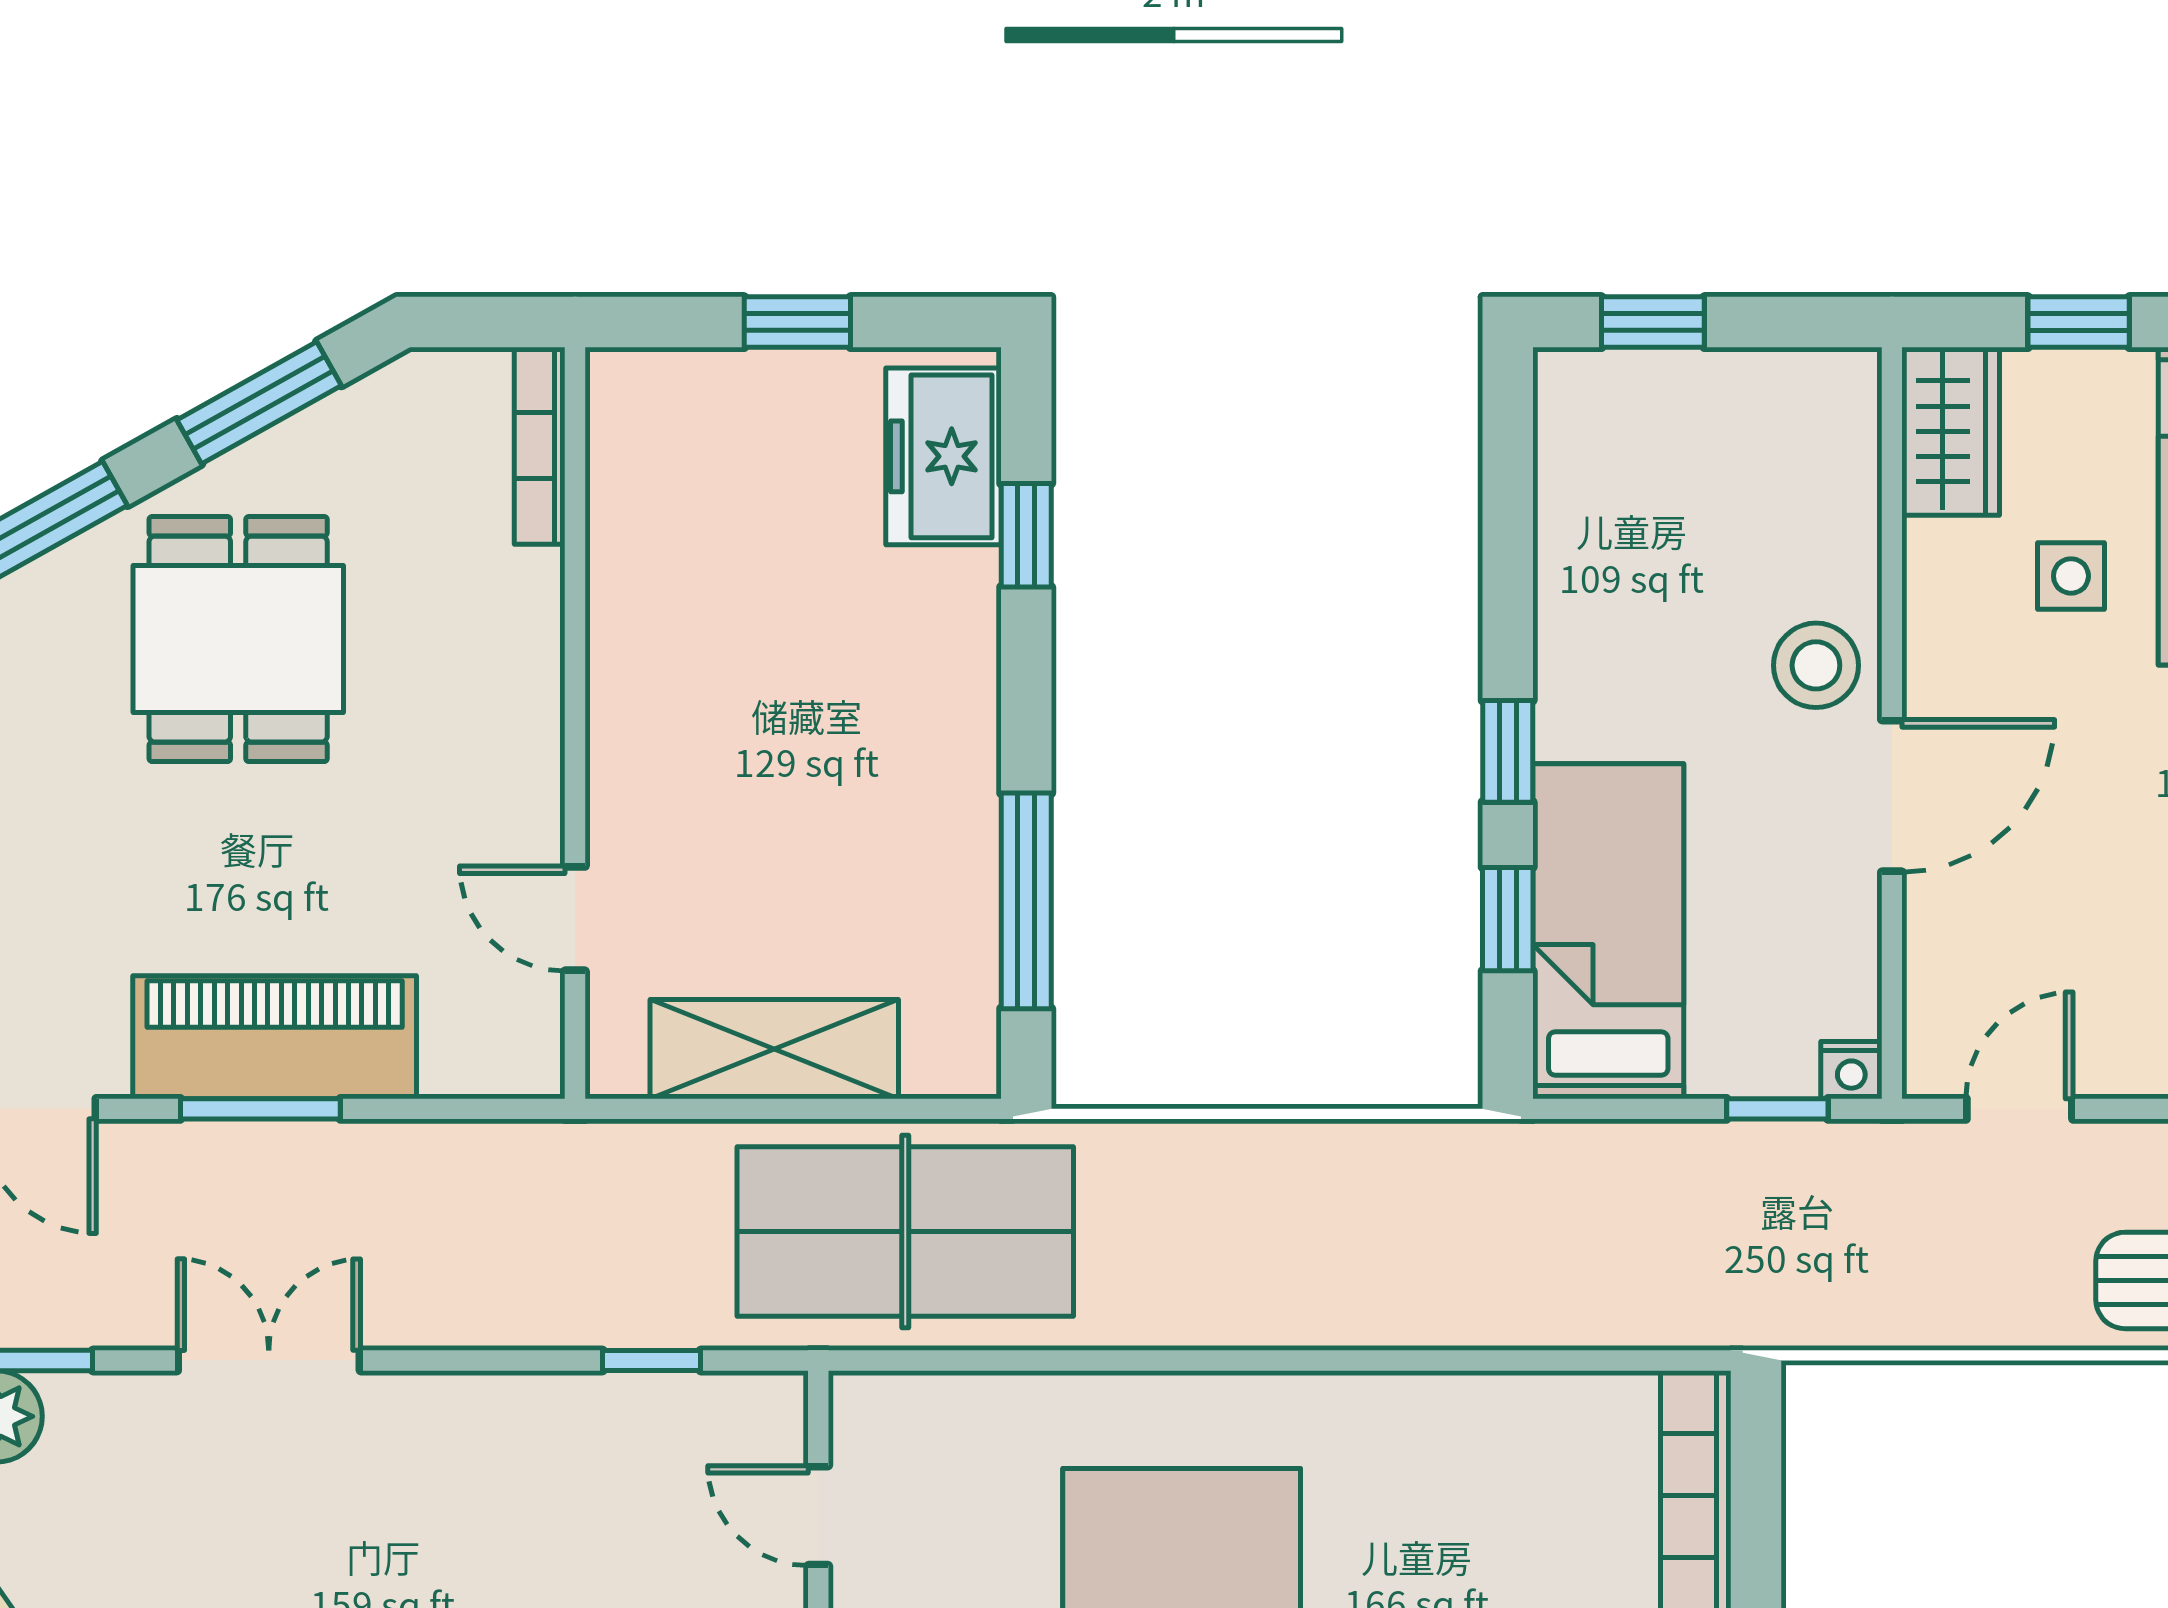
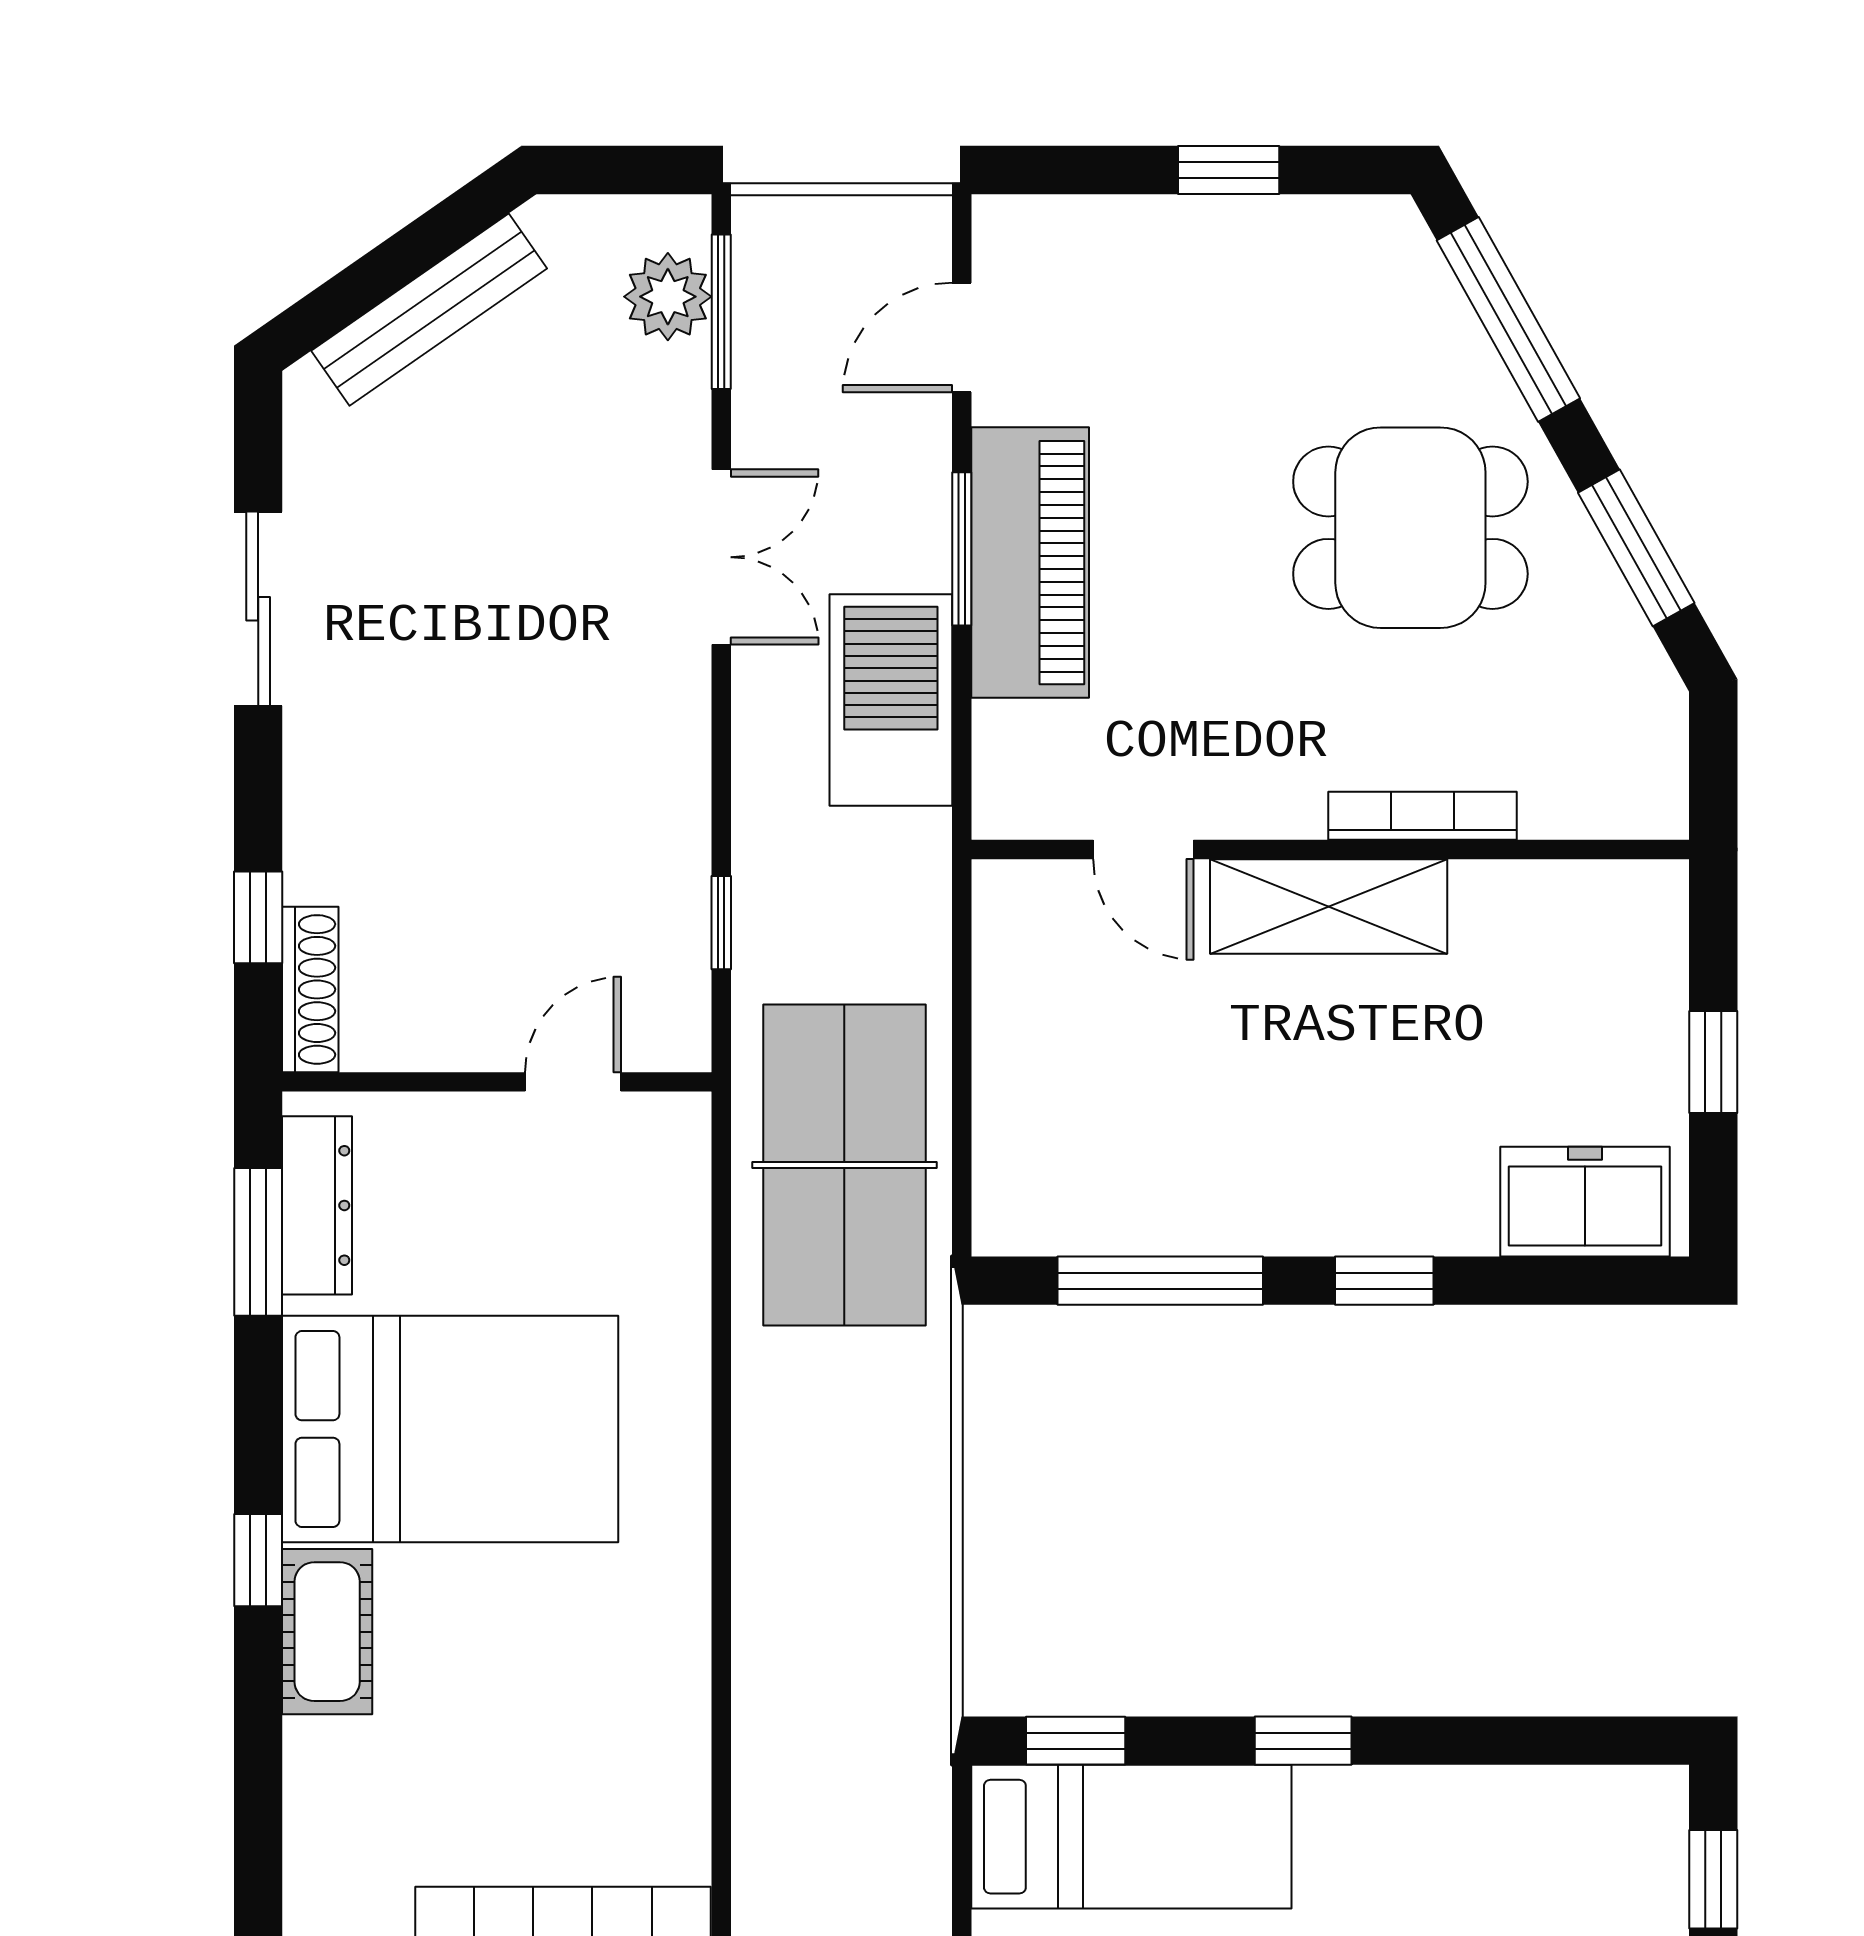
bookcase: (540, 446) -> (1422, 816), moved
window: (1026, 535) -> (1384, 1281), moved
door: (575, 919) -> (1143, 849), swing flipped
window: (1508, 919) -> (1076, 1741), moved
shelving: (774, 1049) -> (1329, 907), moved, turned 90
barbecue: (418, 1183) -> (891, 700), added

